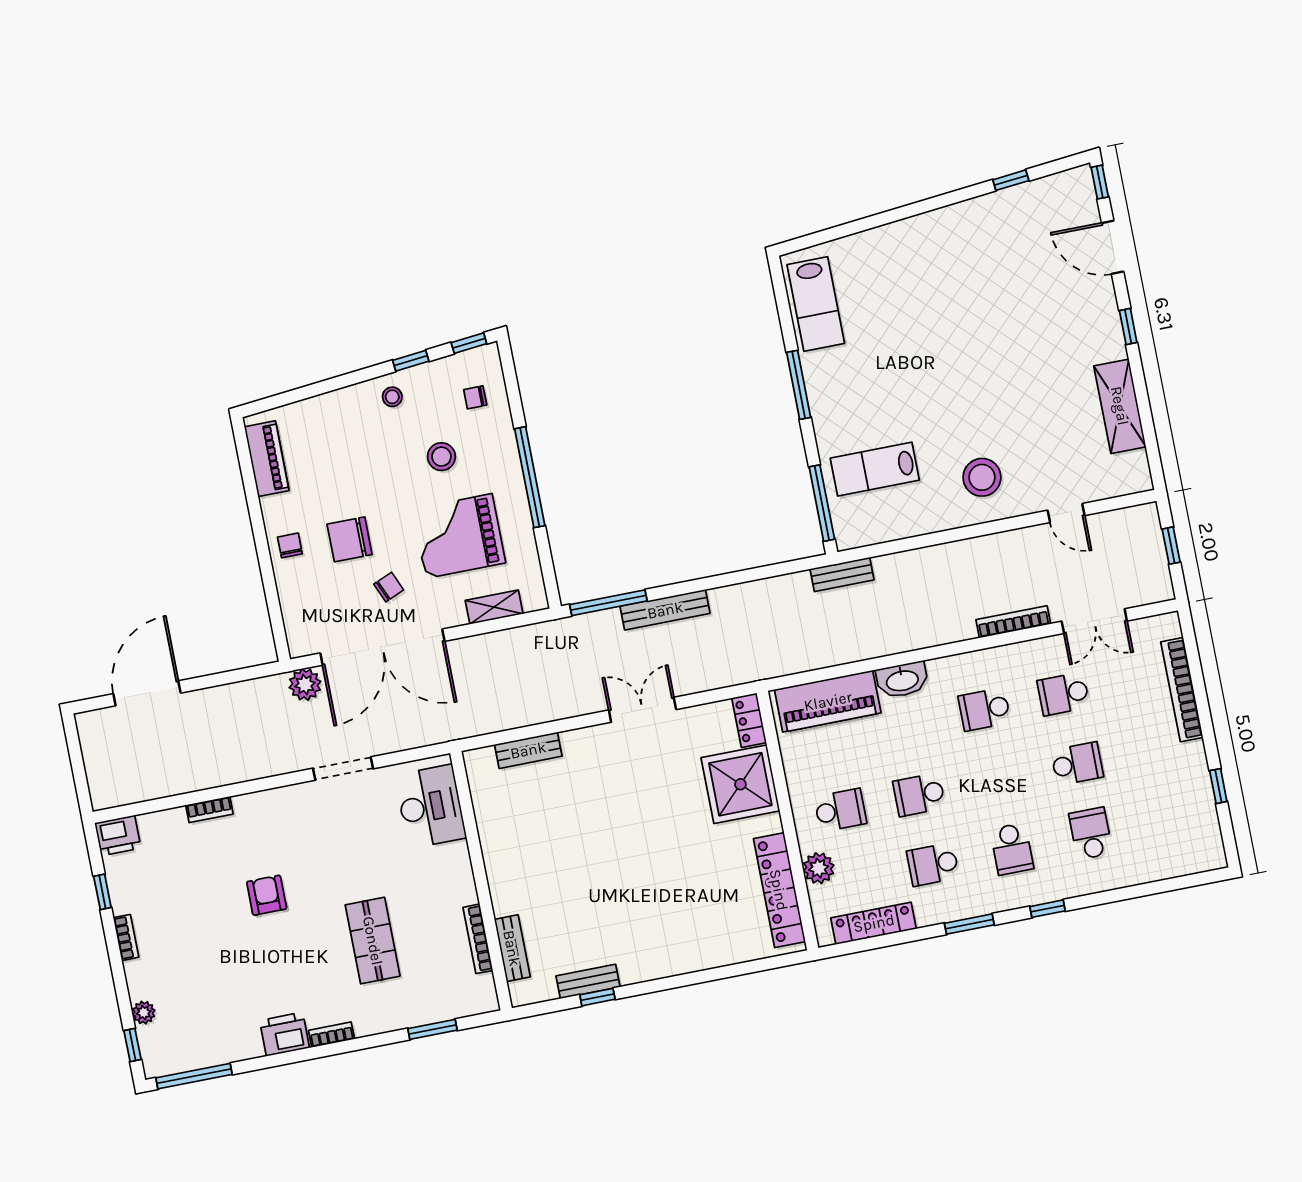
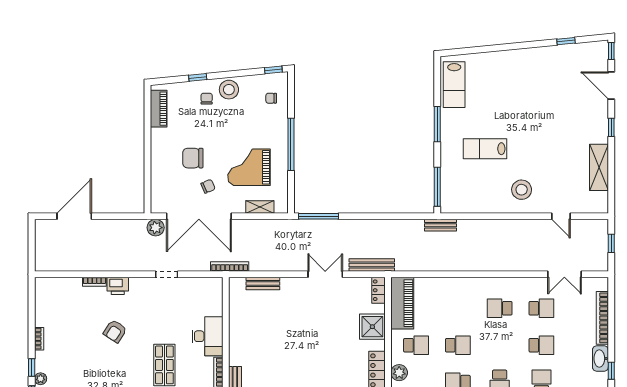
window: (411, 361) -> (198, 77), moved
stool: (392, 397) -> (229, 90), width x1.89, depth x1.89
stool: (441, 457) -> (248, 125), removed
lab bench: (875, 469) -> (485, 149), moved
chair: (290, 545) -> (207, 99), moved
bench: (665, 610) -> (372, 265), moved
bookcase: (1013, 622) -> (230, 266), moved
washbasin: (902, 680) -> (600, 359), moved, turned 90
school desk: (1063, 694) -> (541, 308), turned 180
piano: (828, 701) -> (402, 303), moved, turned -90
doorway: (343, 768) -> (167, 274), width x0.73
shower: (740, 784) -> (372, 327), width x0.73, depth x0.73
school desk: (919, 795) -> (458, 345), turned 180
desk: (431, 806) -> (207, 336), moved
printer: (118, 836) -> (118, 286), moved
window: (102, 892) -> (32, 367), moved
armchair: (267, 895) -> (115, 331), turned -147

